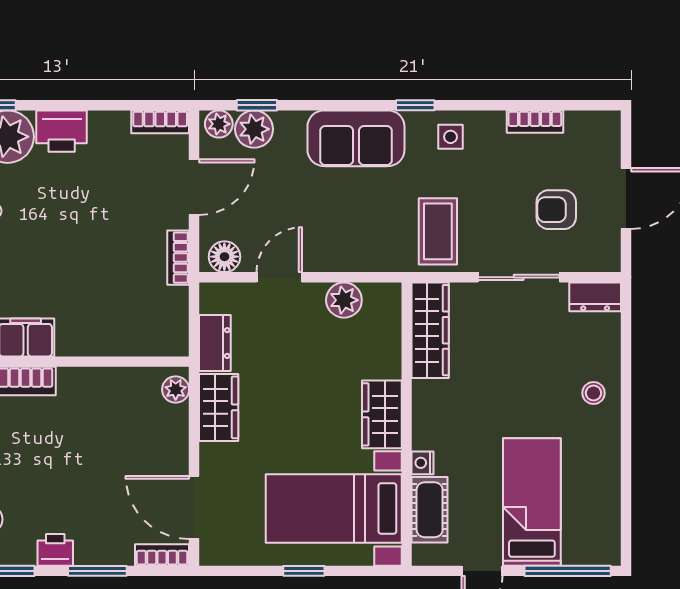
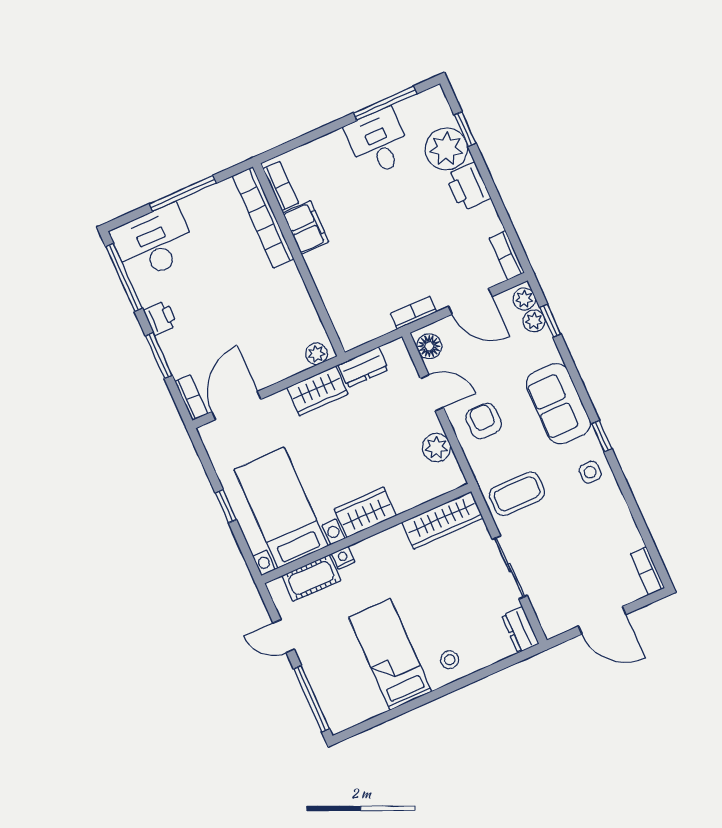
bookcase: (535, 122) -> (647, 571), moved
plant: (254, 129) -> (534, 321), width x0.73, depth x0.73
armchair: (556, 210) -> (484, 421), moved
bed: (532, 502) -> (390, 654), moved, turned -90

